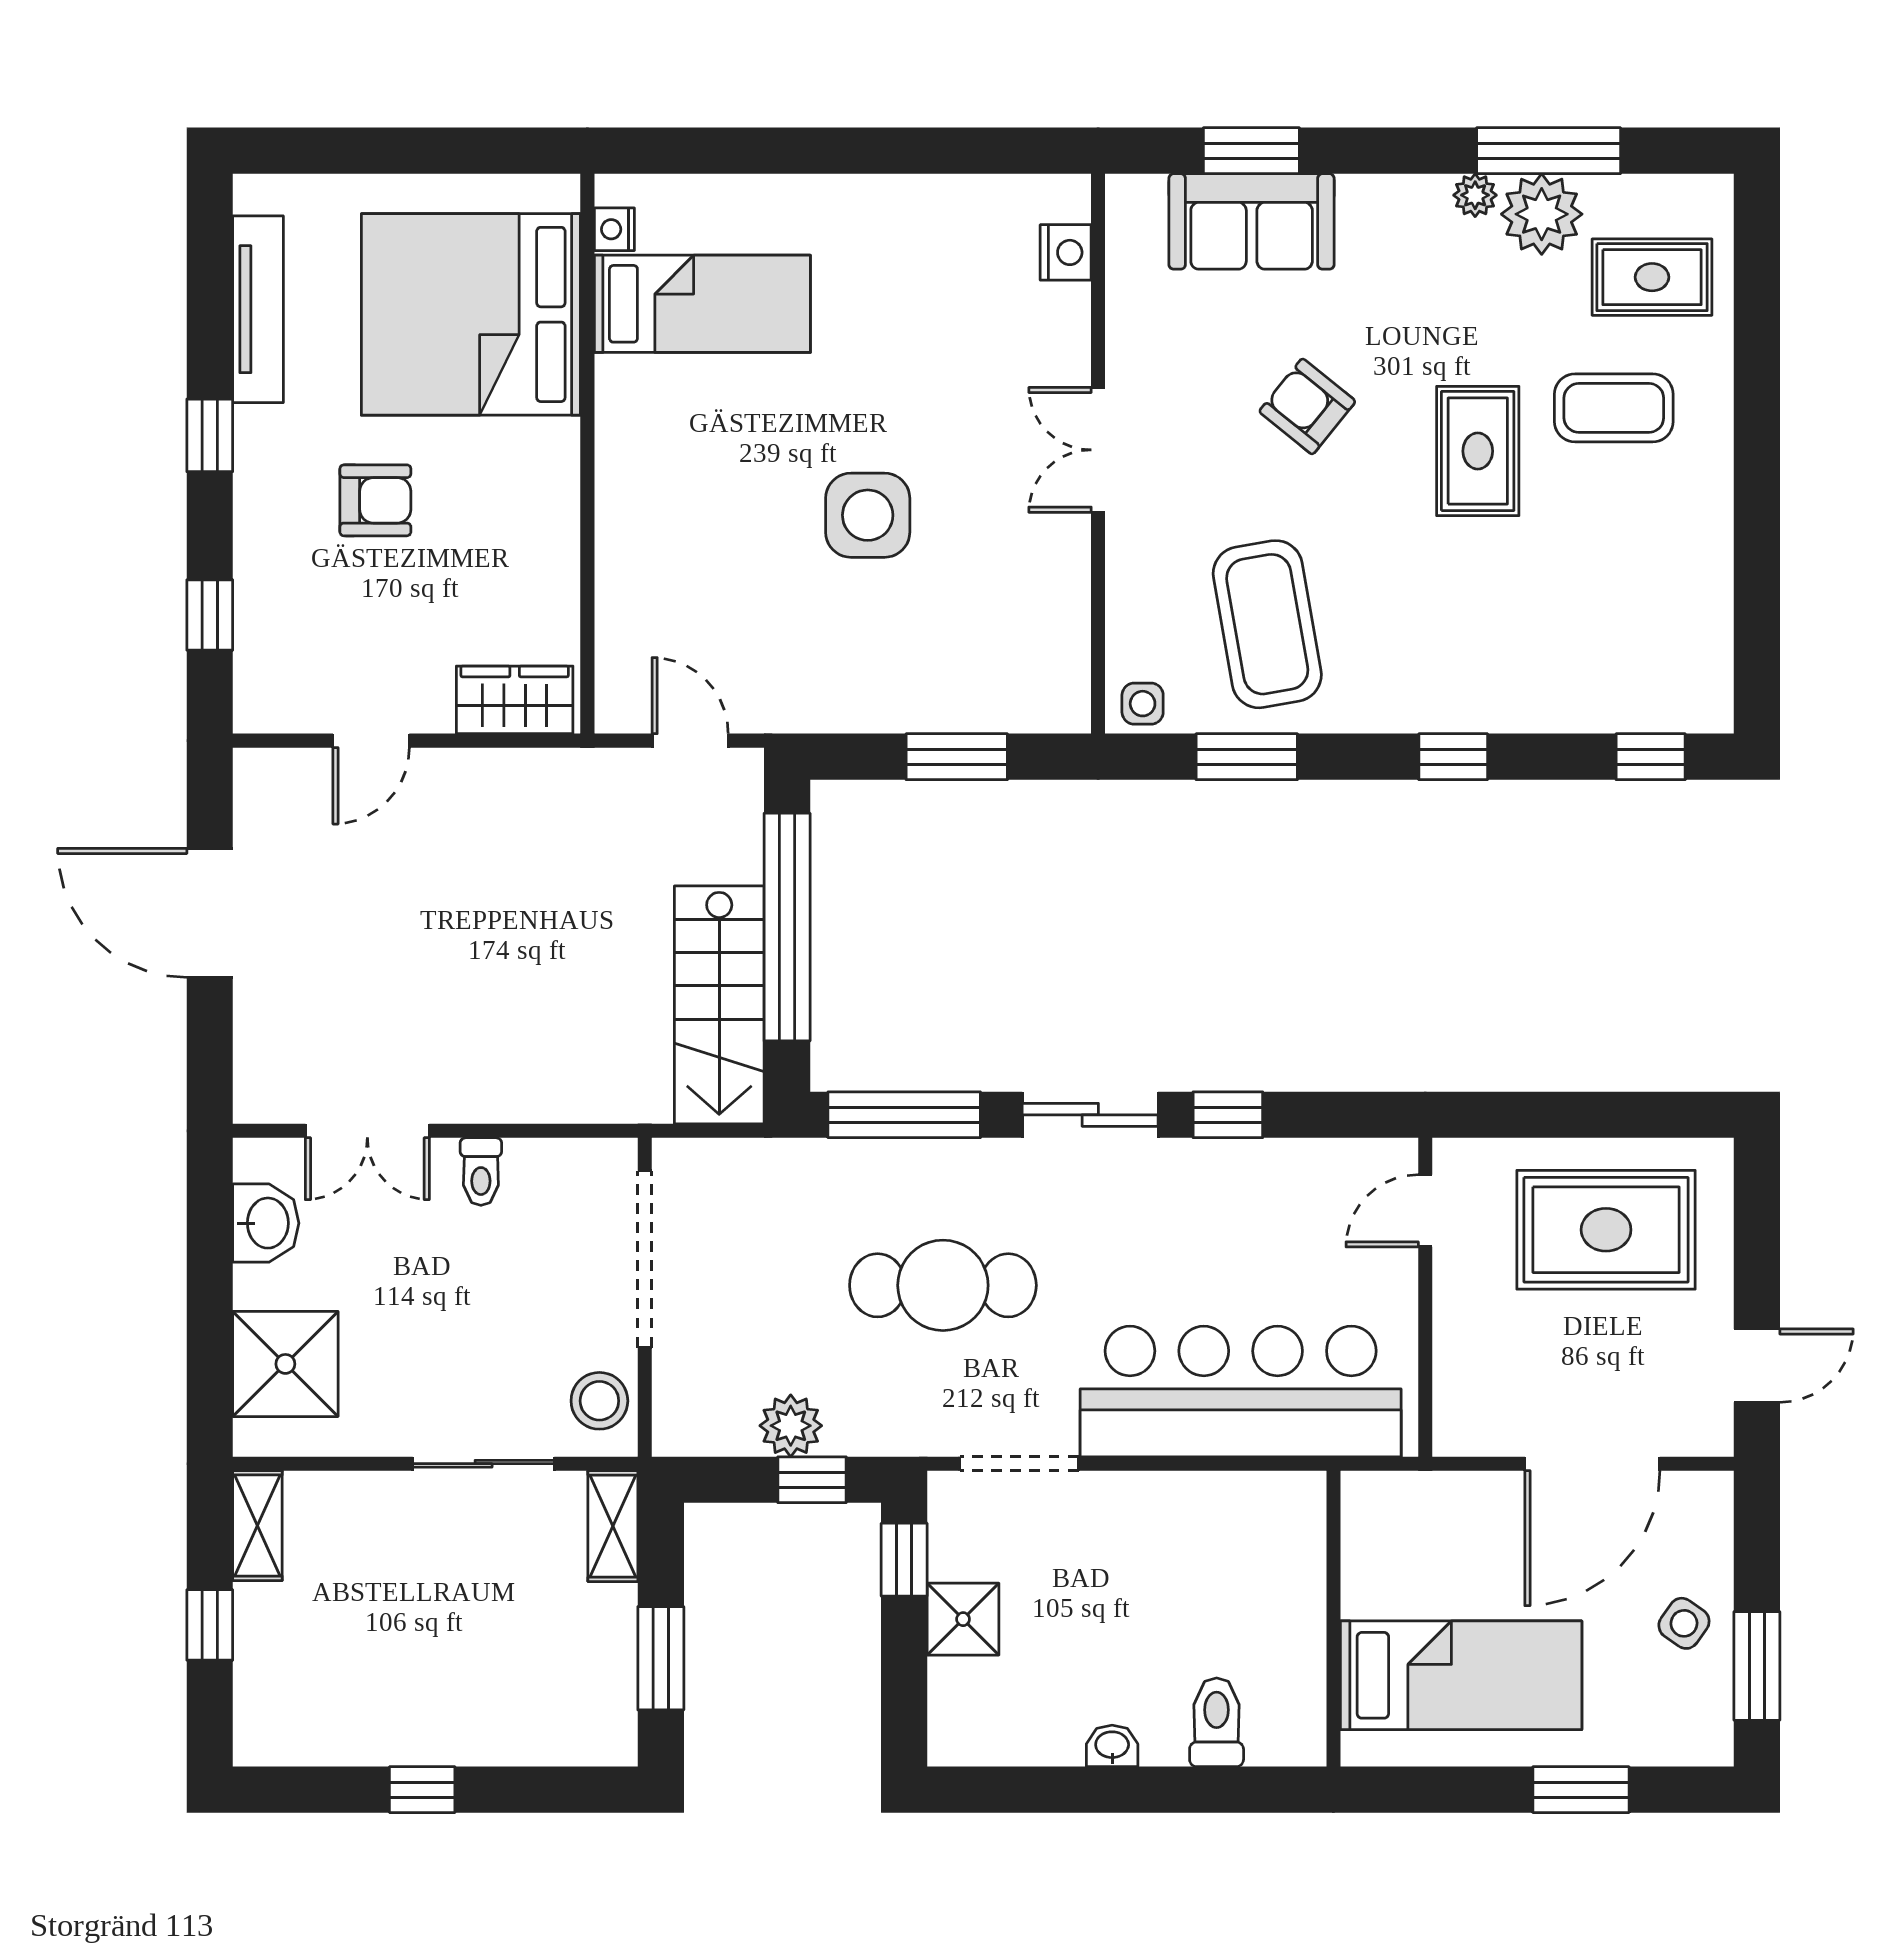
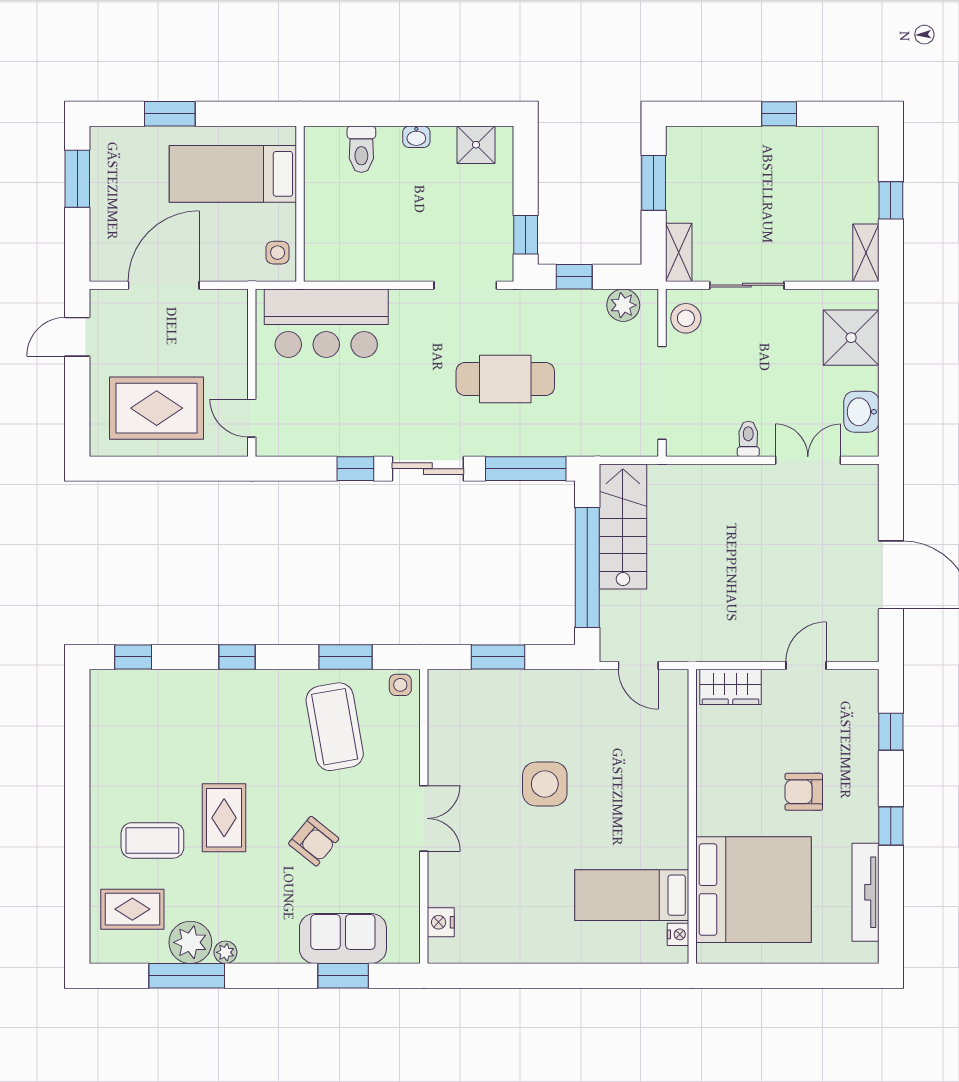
door: (1425, 1211) -> (252, 418), swing flipped
bar counter: (1241, 1391) -> (326, 323), width x0.73
plant: (791, 1426) -> (623, 305), moved
shower: (963, 1619) -> (476, 145), moved
side table: (1684, 1623) -> (278, 253), moved, turned -35

